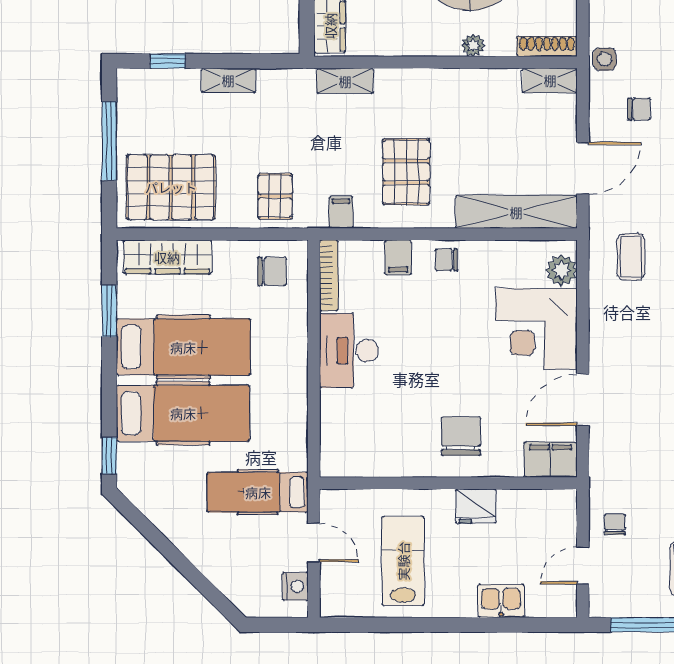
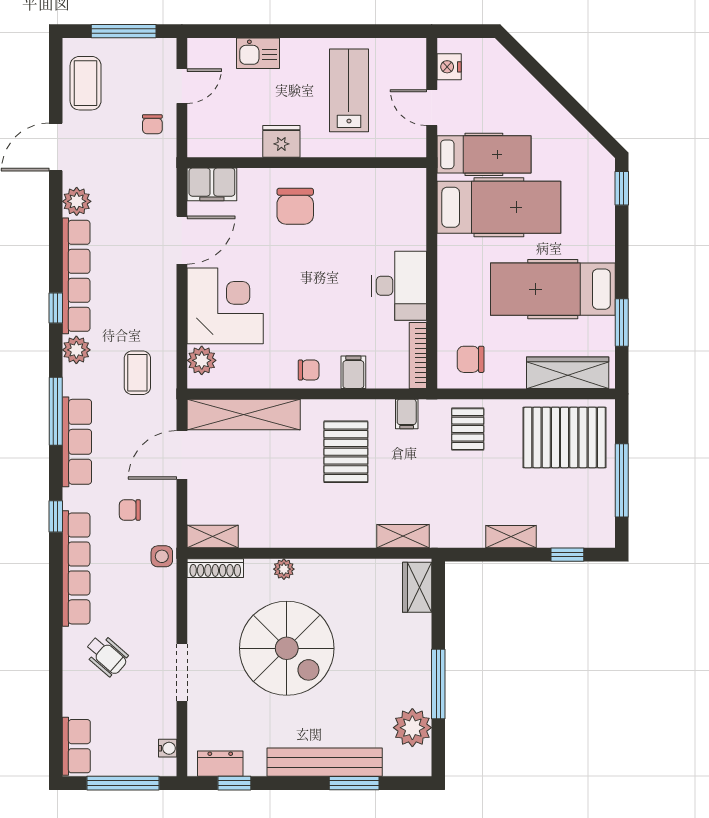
hospital bed: (183, 413) -> (499, 207), moved, turned 180
lab bench: (403, 561) -> (349, 90), turned 180

